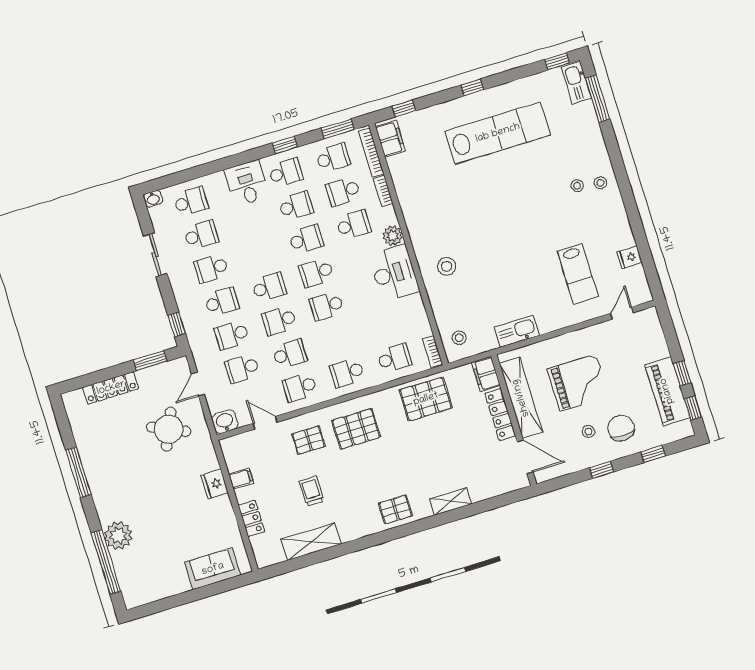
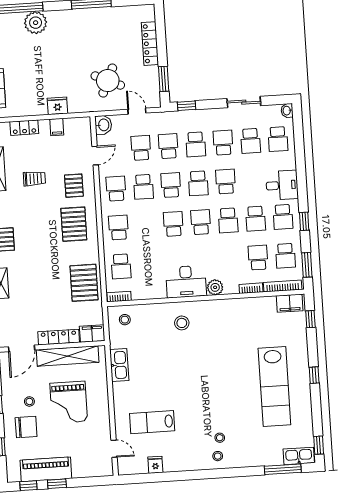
school desk: (353, 225) -> (226, 181), moved, turned 180

